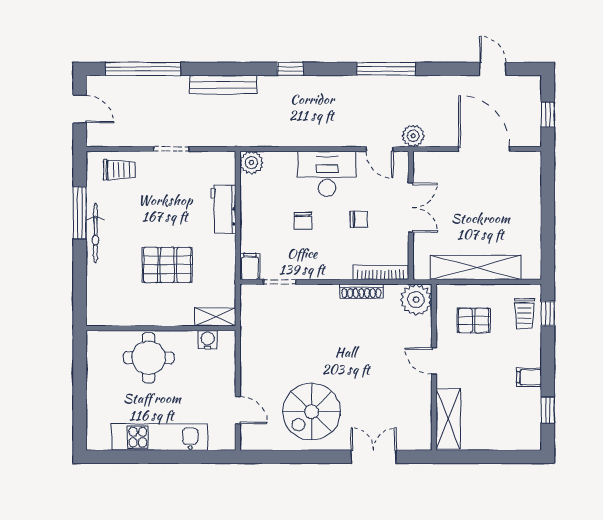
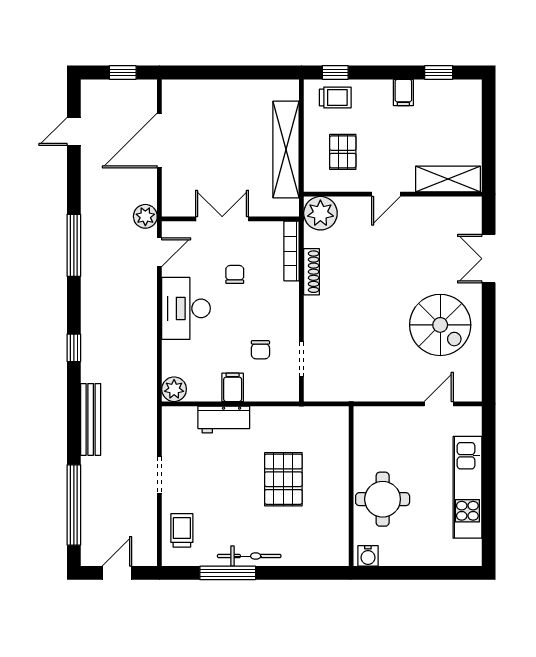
chair: (303, 221) -> (260, 350), moved, turned 90
filing cabinet: (250, 266) -> (233, 387), moved, turned 90
shelving: (215, 317) -> (339, 428), removed
water cooler: (208, 340) -> (368, 556), moved, turned -90

